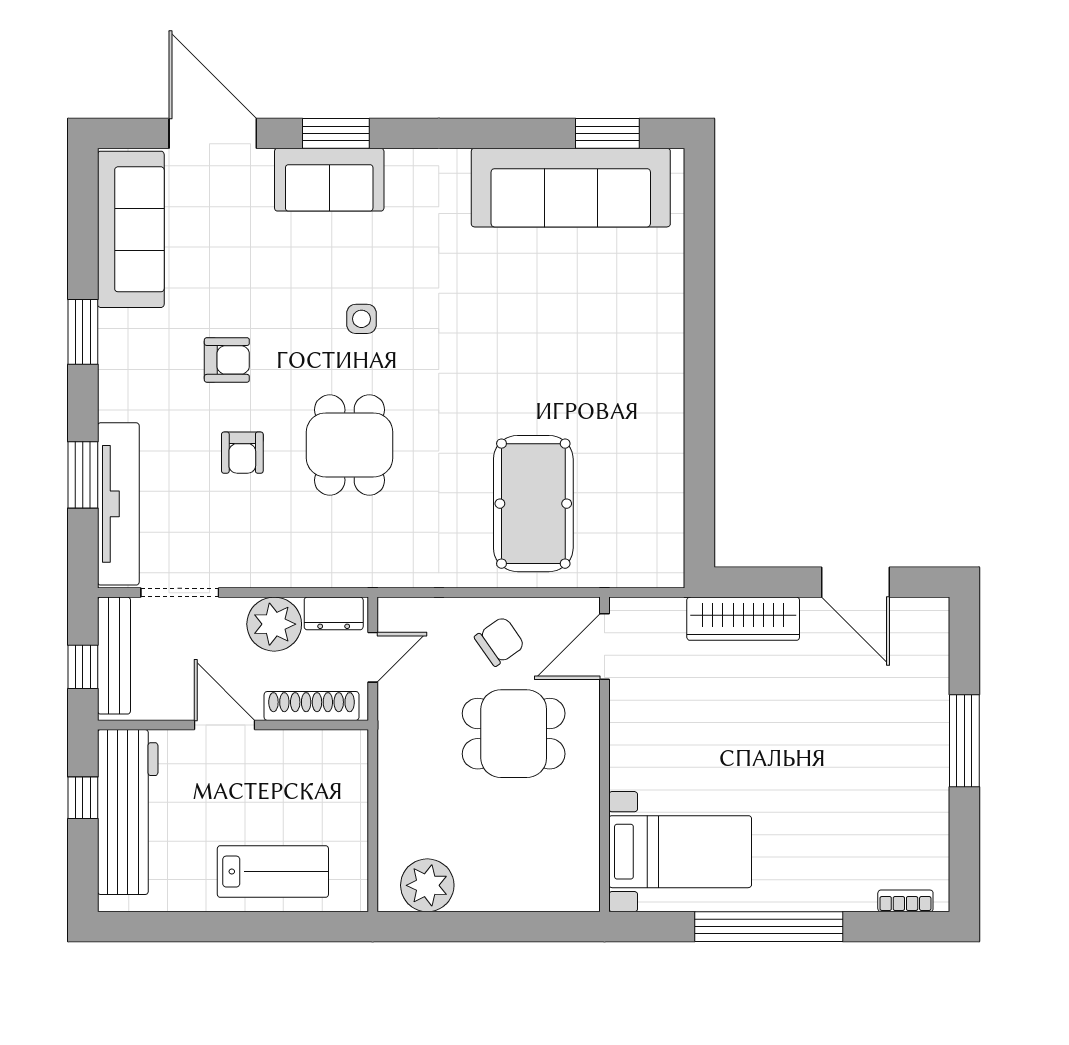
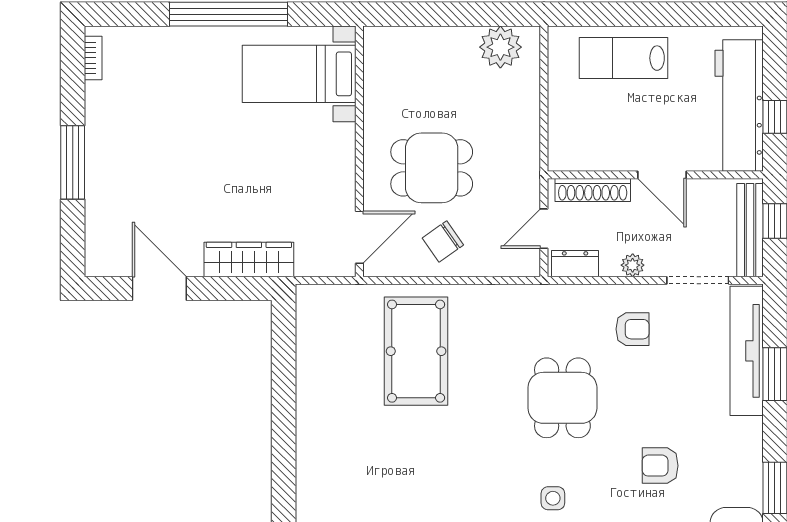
armchair: (242, 453) -> (632, 329), moved, turned 90
plant: (274, 624) -> (633, 265), width x0.53, depth x0.53
bookcase: (905, 901) -> (93, 58), moved, turned -90

